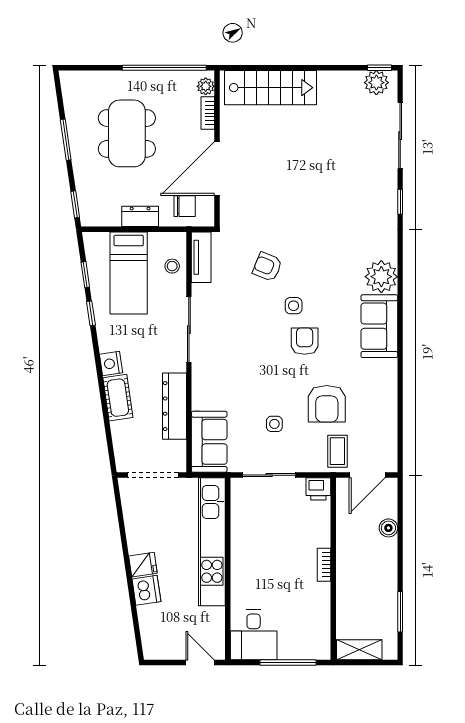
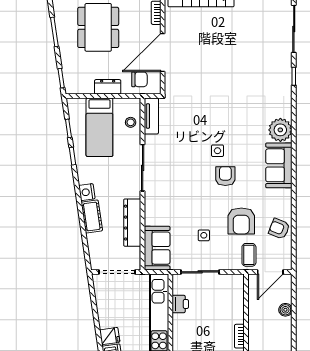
armchair: (267, 267) -> (279, 229), moved
printer: (318, 489) -> (180, 304), moved, turned -90

